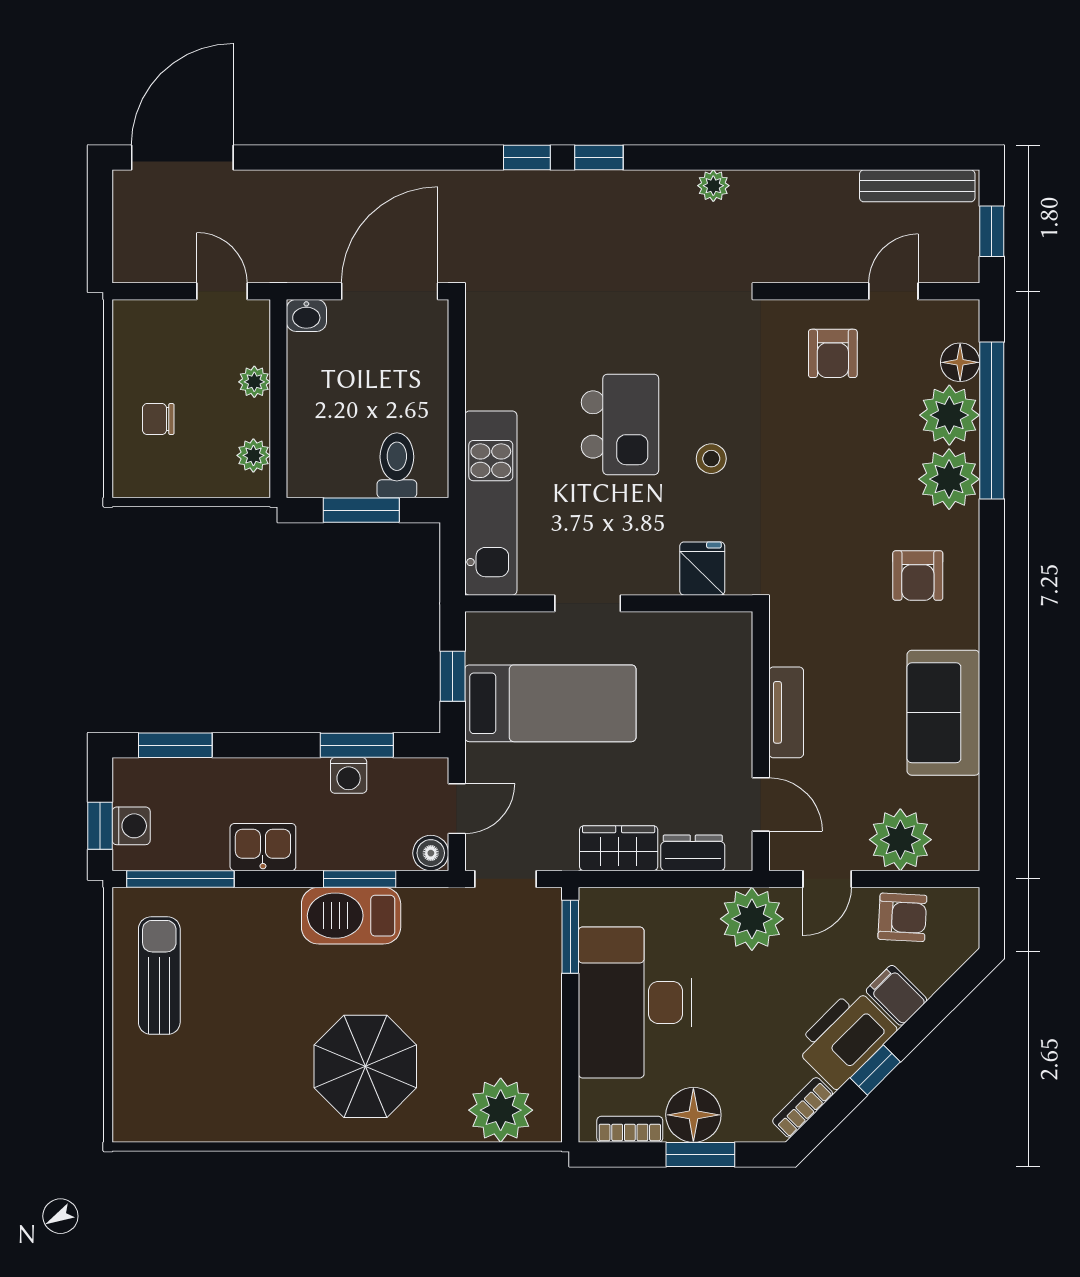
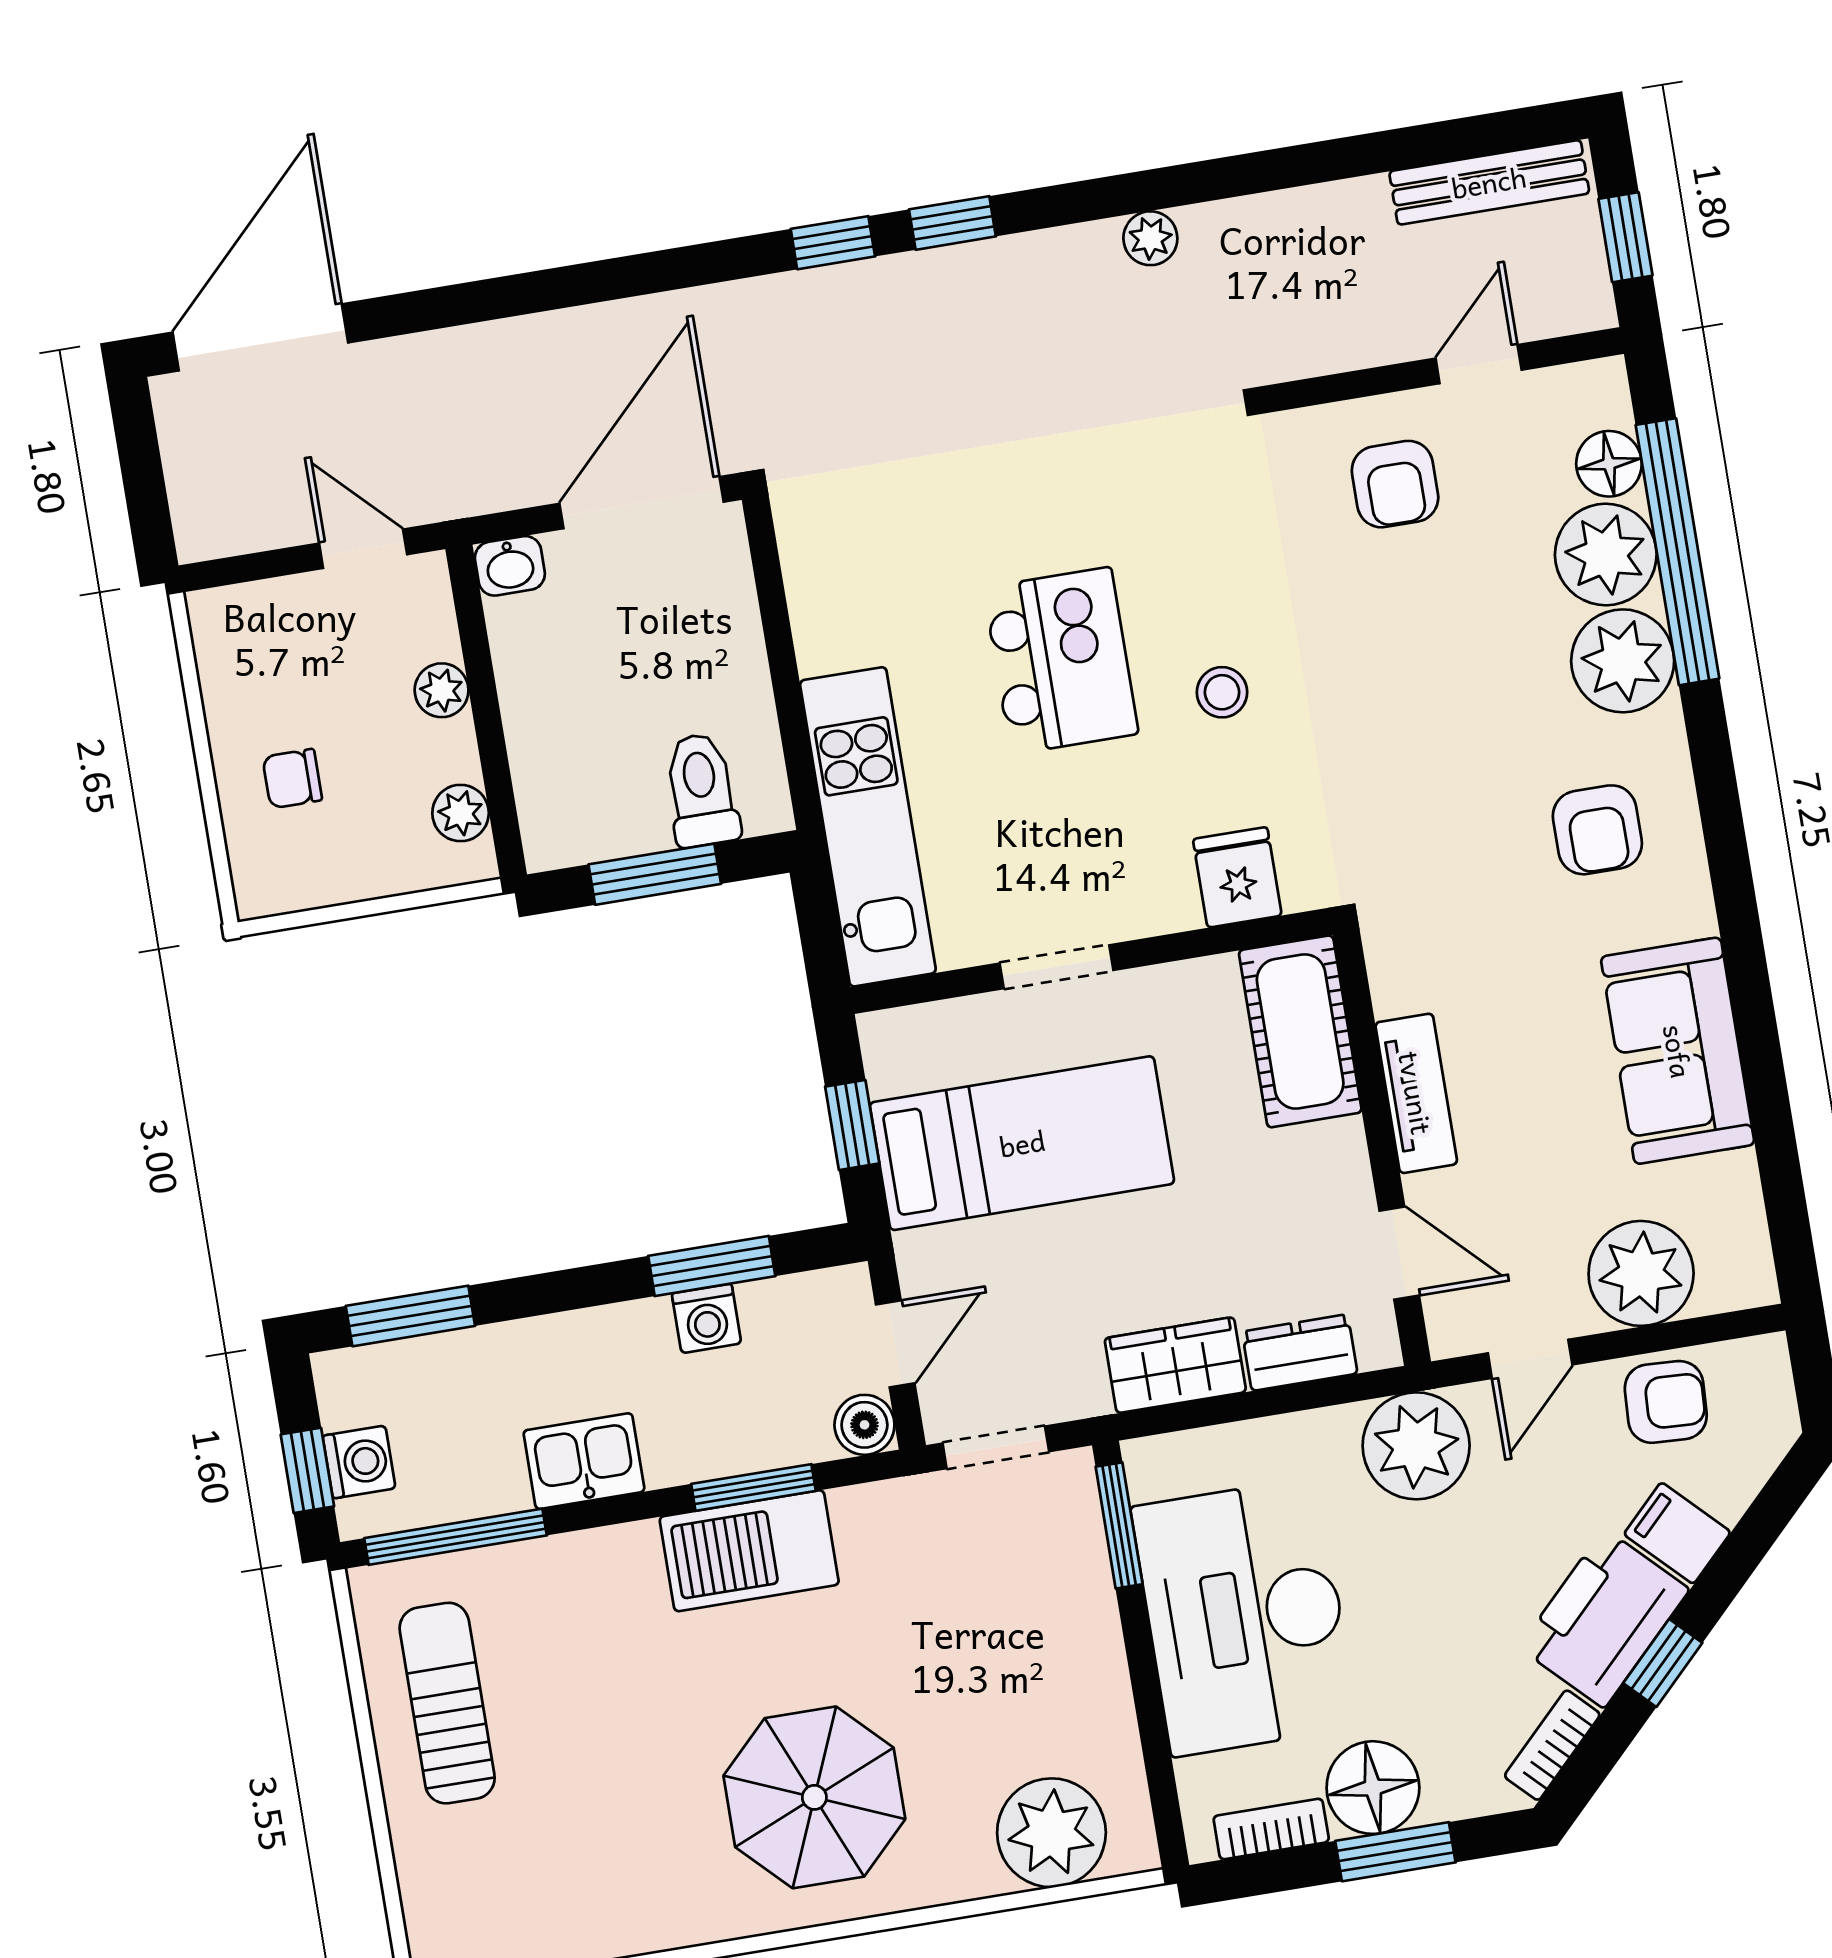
cot: (724, 665) -> (1300, 1031), added

